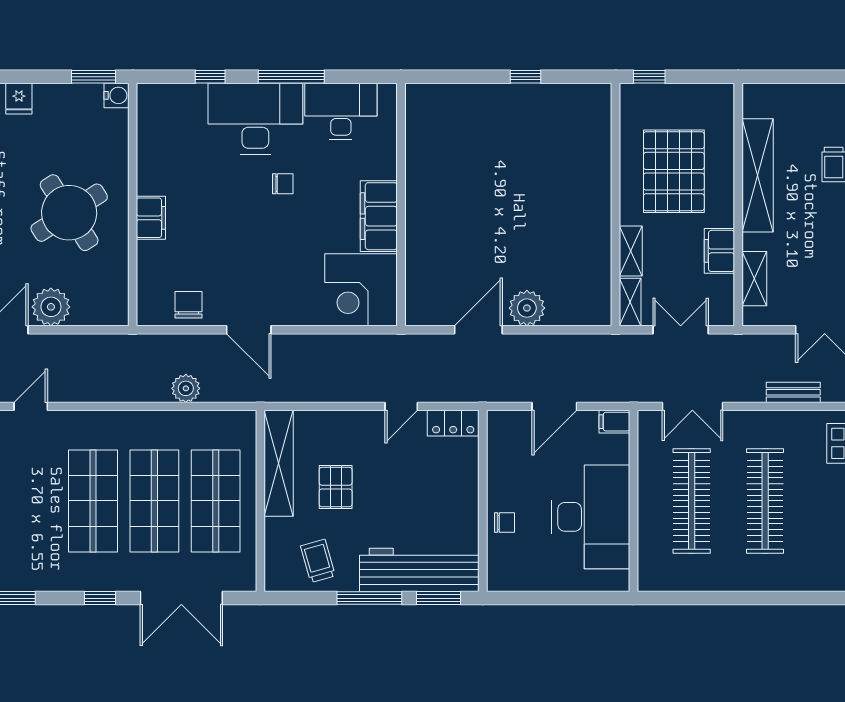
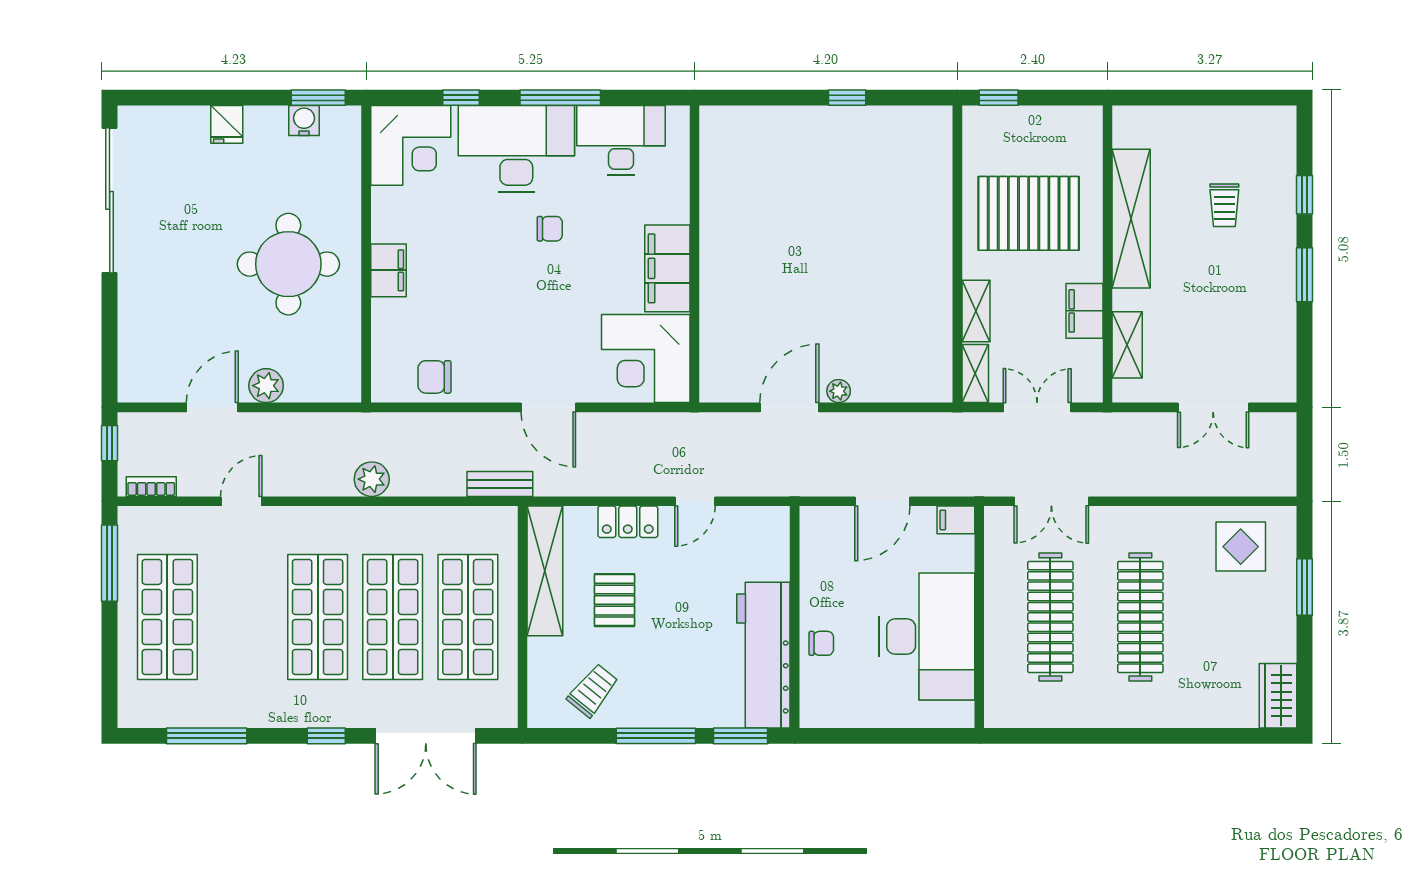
water cooler: (116, 95) -> (304, 121), moved, turned -90
corner desk: (169, 116) -> (411, 145), added
pallet: (674, 171) -> (1029, 213), turned 90
round table: (69, 213) -> (288, 264), turned 33
chair: (188, 305) -> (434, 377), turned -90
plant: (51, 307) -> (266, 386), width x0.73, depth x0.73
plant: (527, 308) -> (839, 391), width x0.53, depth x0.53
door: (249, 330) -> (548, 407), moved
plant: (186, 388) -> (372, 479), moved
bench: (793, 392) -> (500, 484), moved
locker: (453, 423) -> (628, 522), moved
trolley: (318, 561) -> (593, 690), turned 55
workbench: (419, 570) -> (763, 655), moved, turned -90

